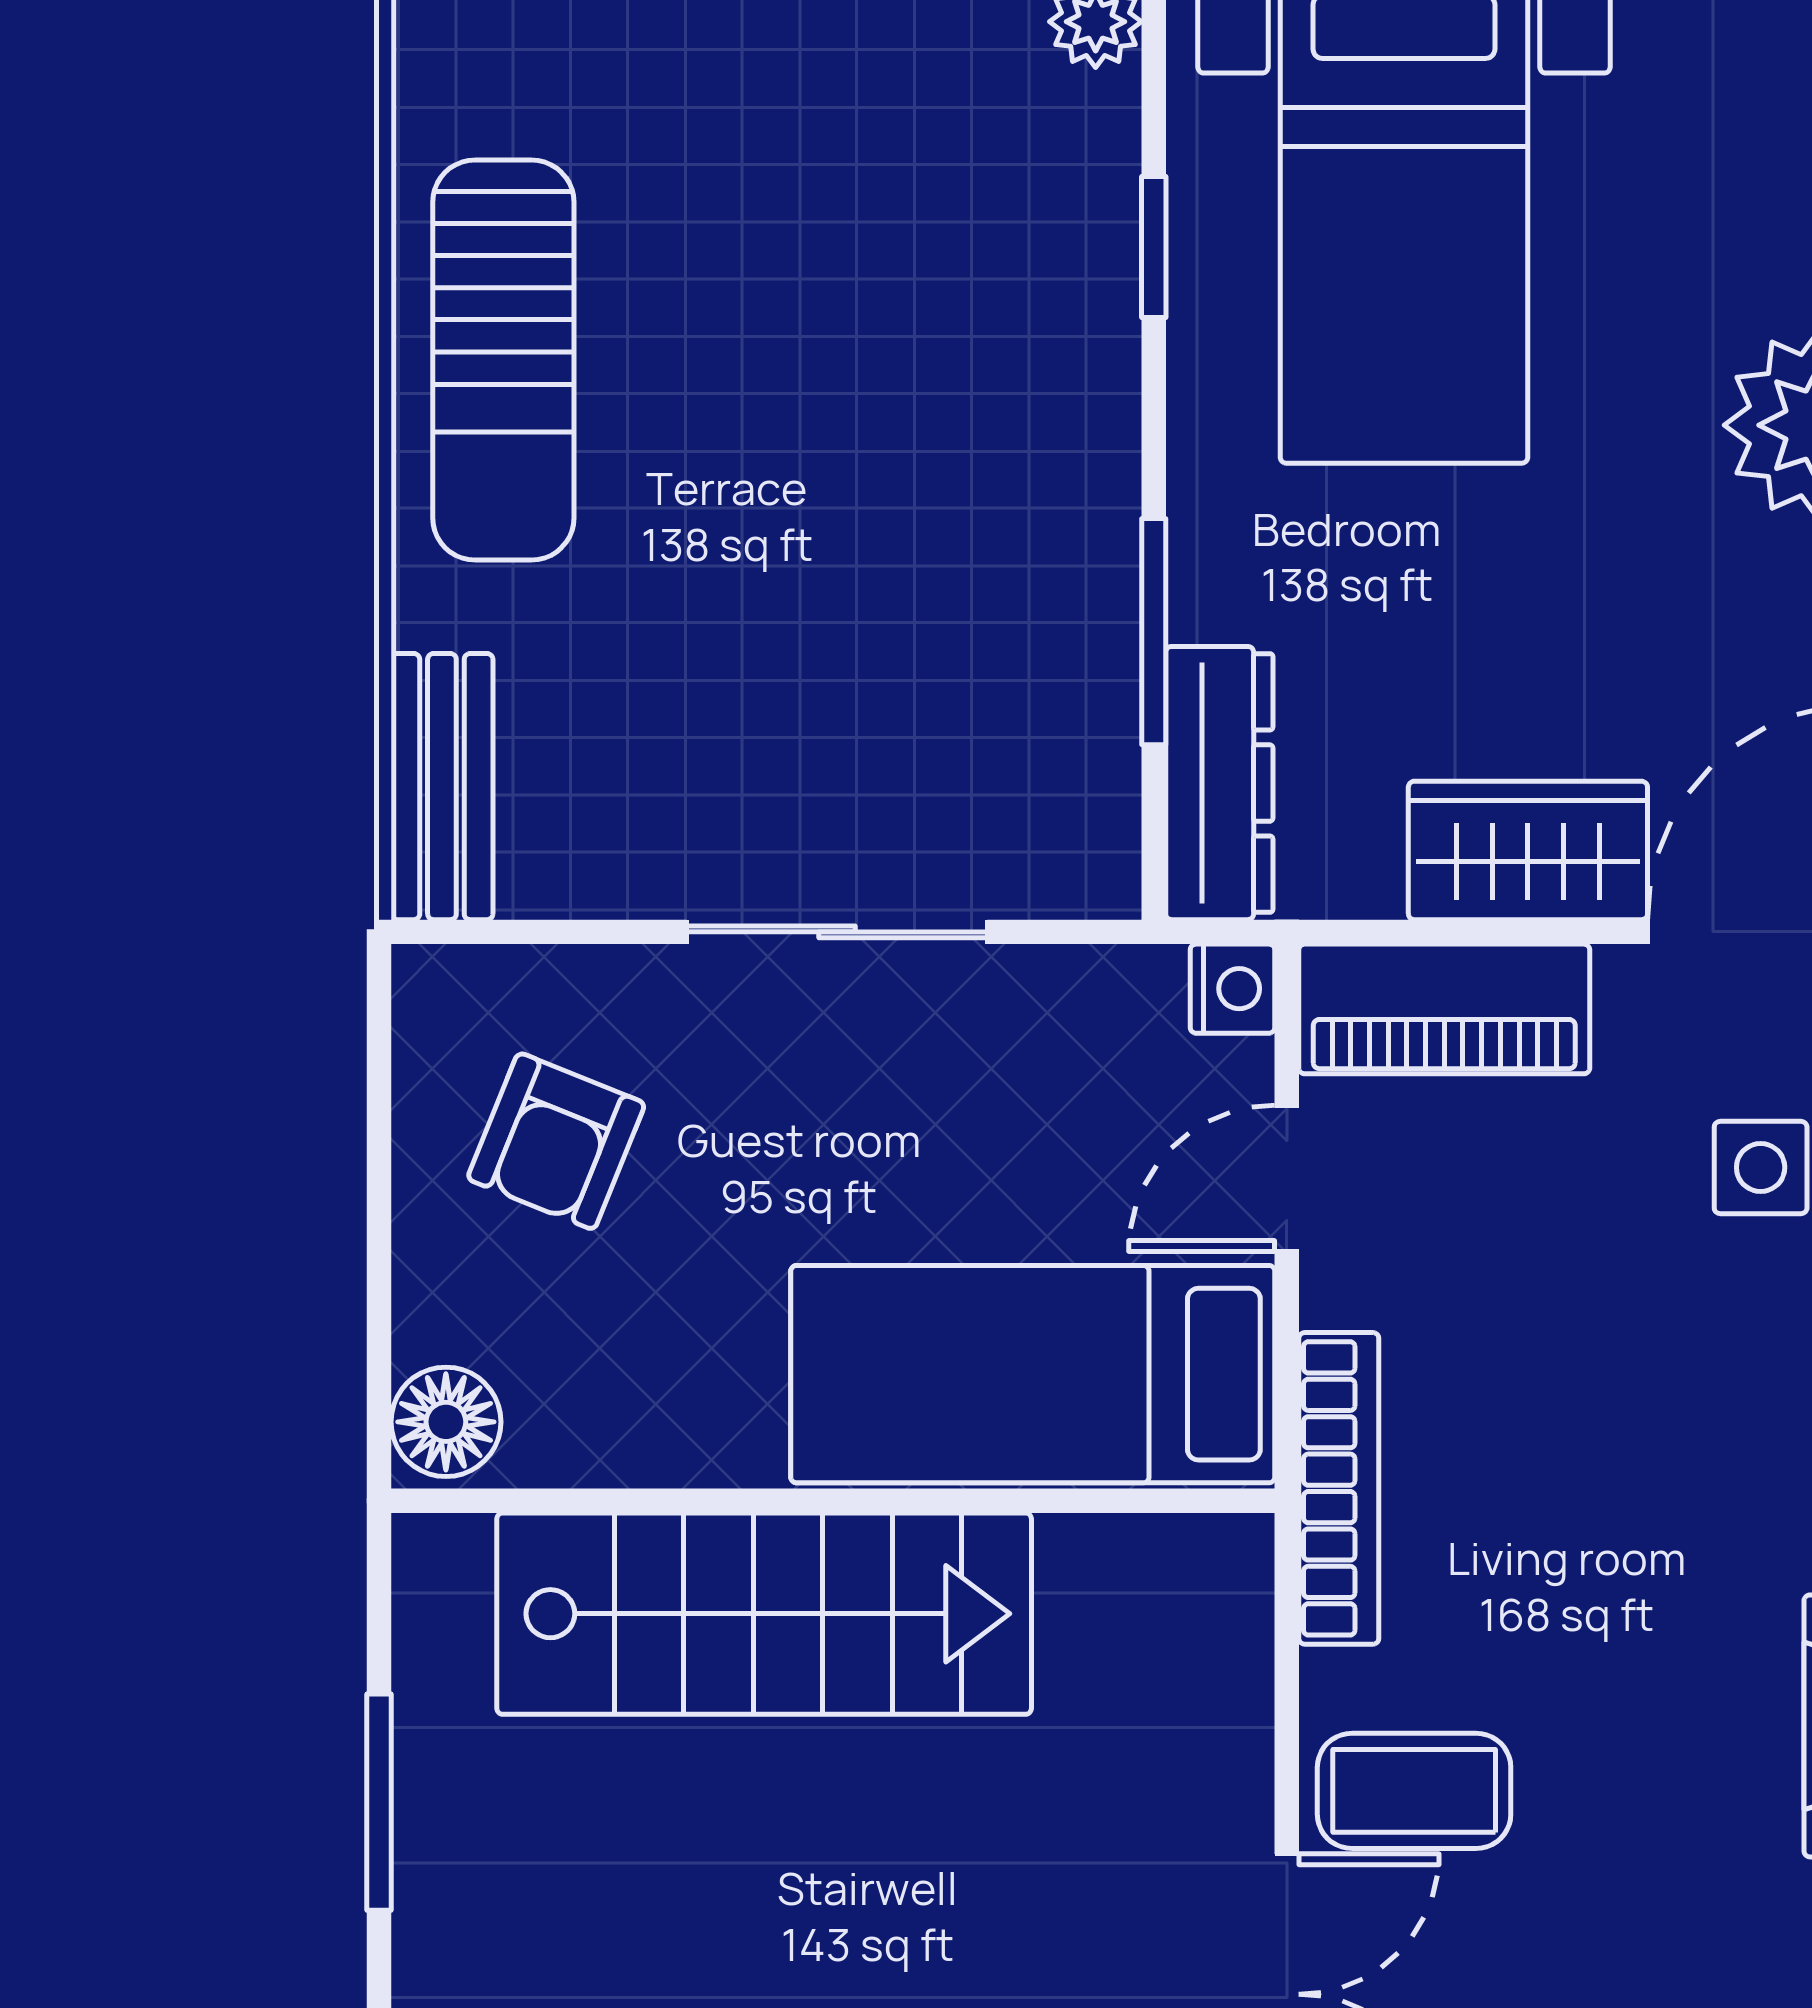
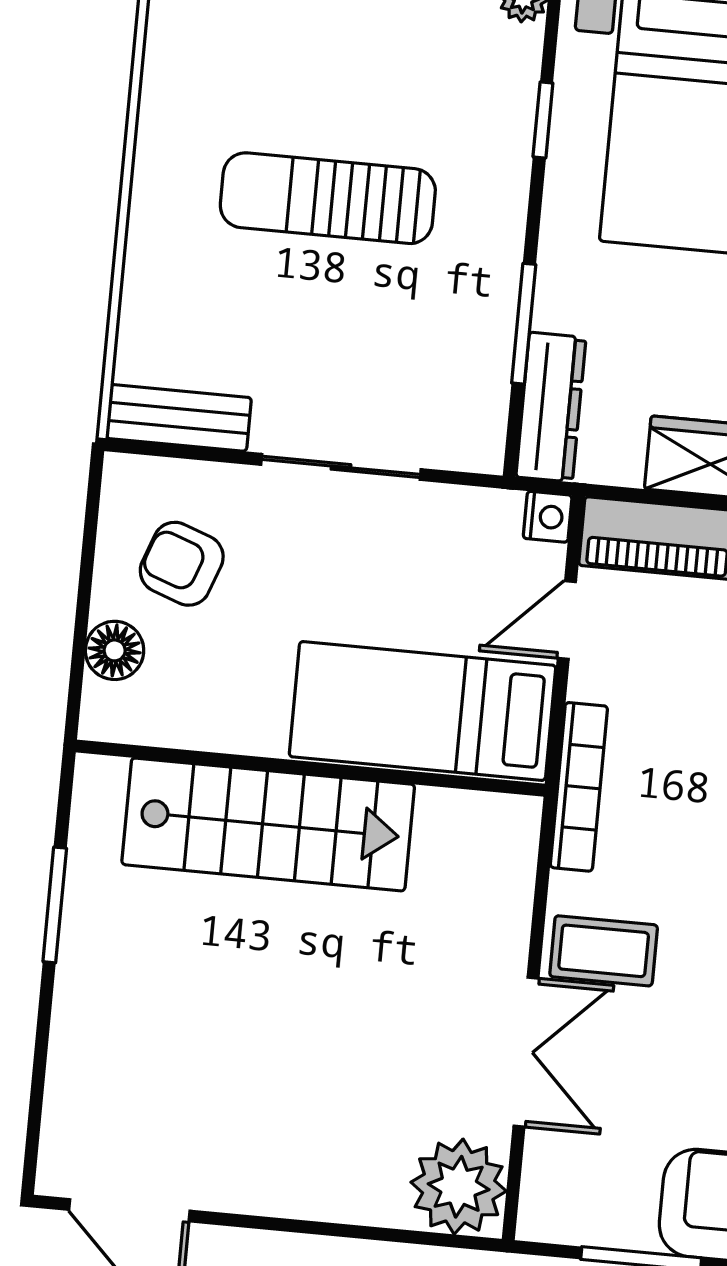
sun lounger: (503, 360) -> (328, 198), moved, turned 90
bench: (442, 787) -> (178, 418), moved, turned 90
armchair: (556, 1141) -> (182, 564), turned 88
floor lamp: (446, 1422) -> (115, 650), moved

